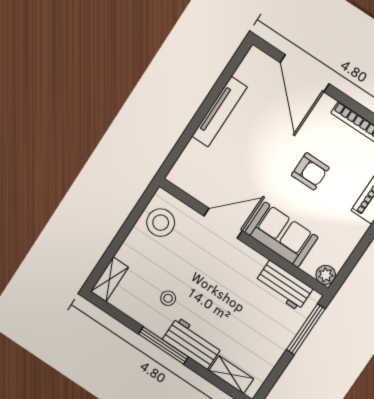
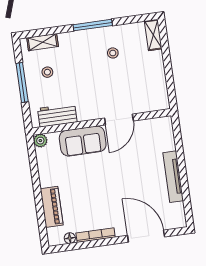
armchair: (310, 171) -> (97, 188), removed
stool: (161, 223) -> (47, 72), moved, width x0.53, depth x0.53
window: (306, 329) -> (22, 82), moved
workbench: (192, 343) -> (78, 40), removed

